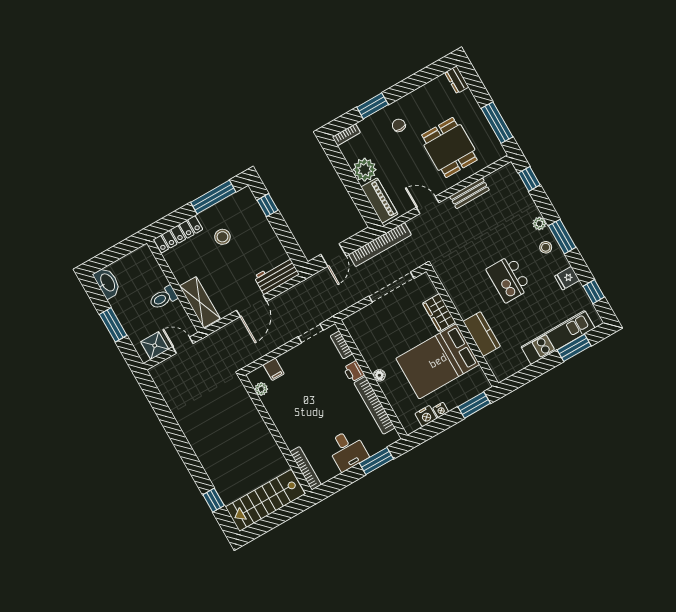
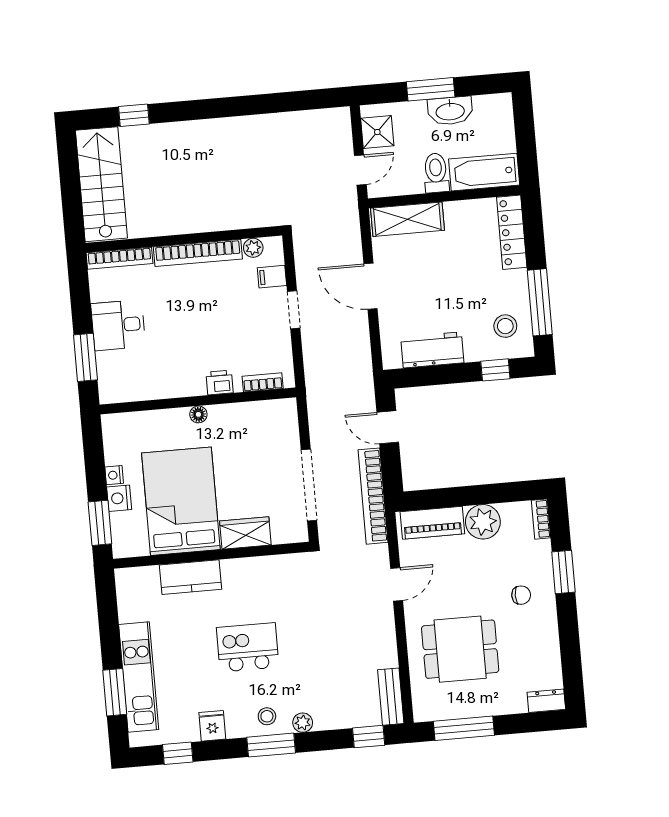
bench: (469, 193) -> (391, 697), moved
stool: (222, 237) -> (505, 326), moved
bathtub: (149, 268) -> (484, 172), added
workbench: (276, 275) -> (432, 350), moved, turned -90
washbasin: (107, 283) -> (450, 111), moved
doorway: (311, 333) -> (294, 310), moved
bookcase: (374, 405) -> (198, 253), moved, turned 180
nightstand: (426, 416) -> (119, 498), moved

